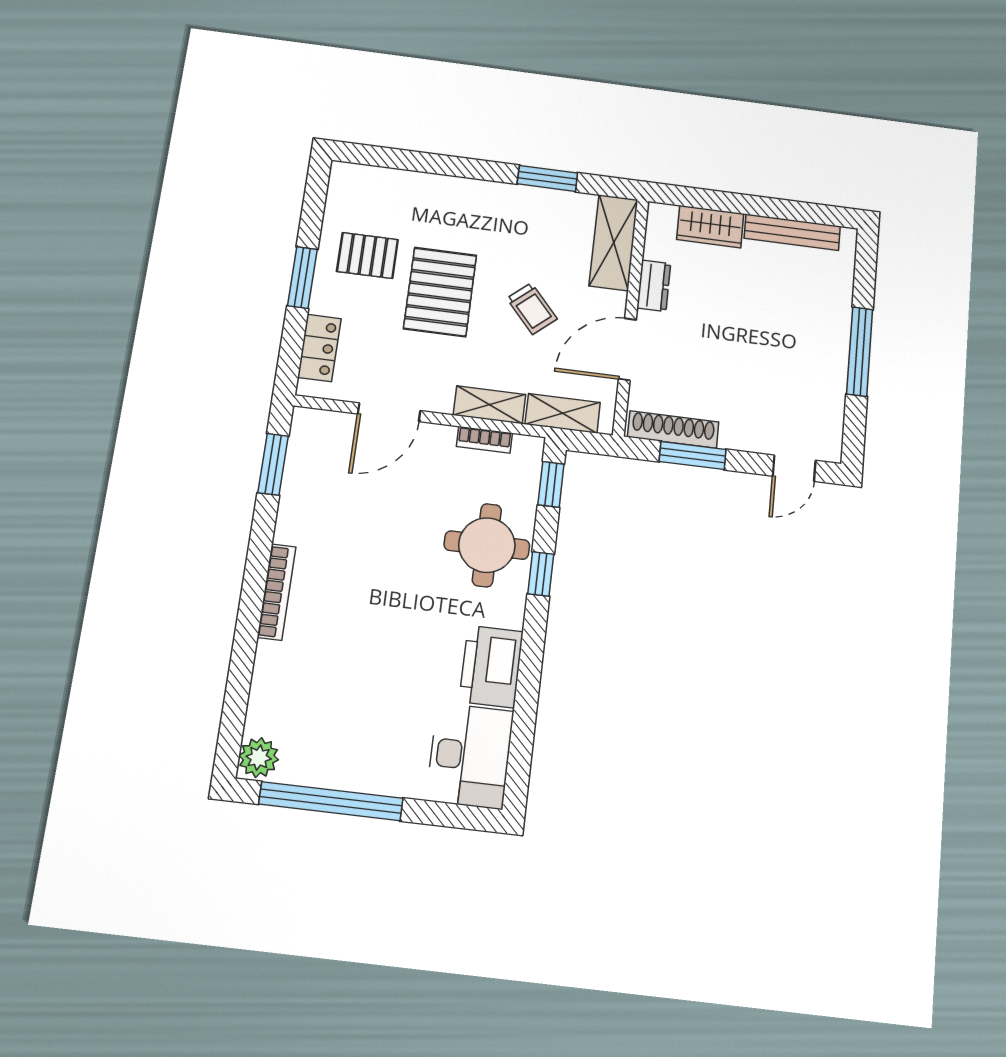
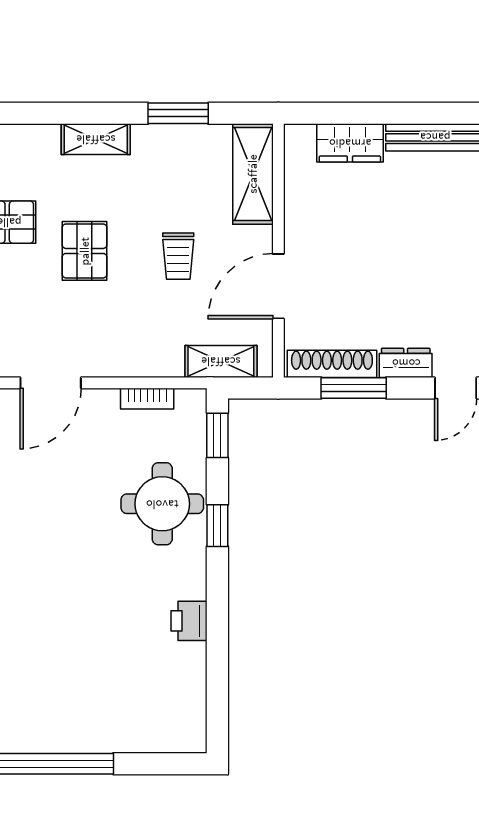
dresser: (654, 286) -> (406, 363), moved, turned -90
pallet: (440, 292) -> (85, 251), width x0.67, depth x0.71
trolley: (532, 309) -> (178, 256), turned 41
shelving: (489, 405) -> (96, 139), moved
printer: (491, 667) -> (189, 621), width x0.53, depth x0.68
desk: (470, 756) -> (171, 707), removed

